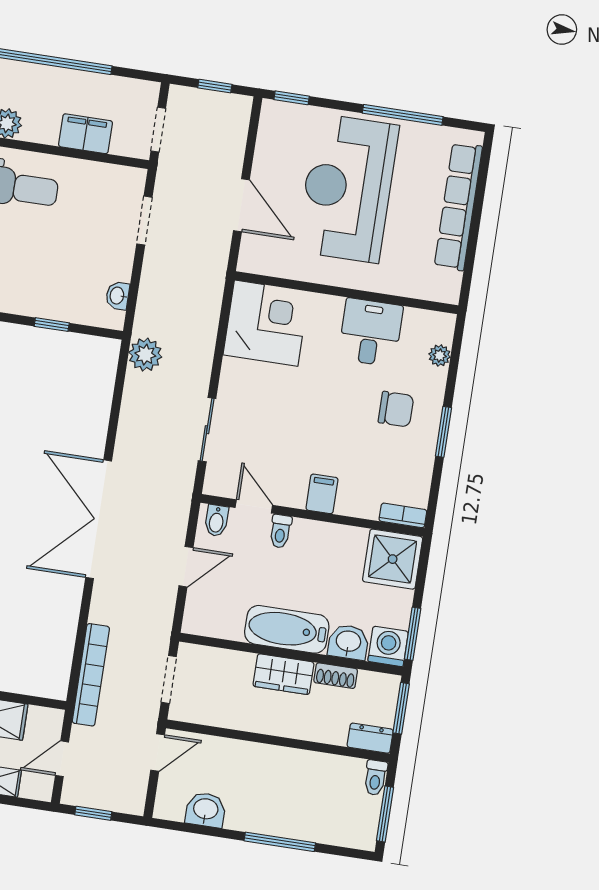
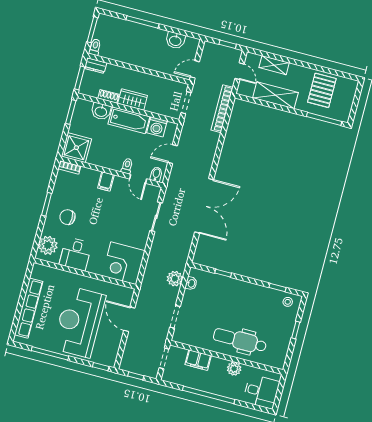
reception desk: (348, 188) -> (79, 322), turned 180
plant: (145, 355) -> (175, 279), moved
plant: (440, 355) -> (48, 245), width x1.88, depth x1.88
double door: (99, 519) -> (204, 206), moved
washing machine: (388, 646) -> (157, 127), moved
door: (62, 759) -> (239, 71), hinge flipped

